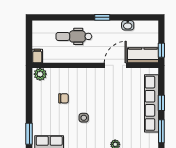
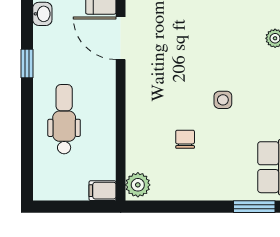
dental chair: (74, 36) -> (64, 119), turned 180

